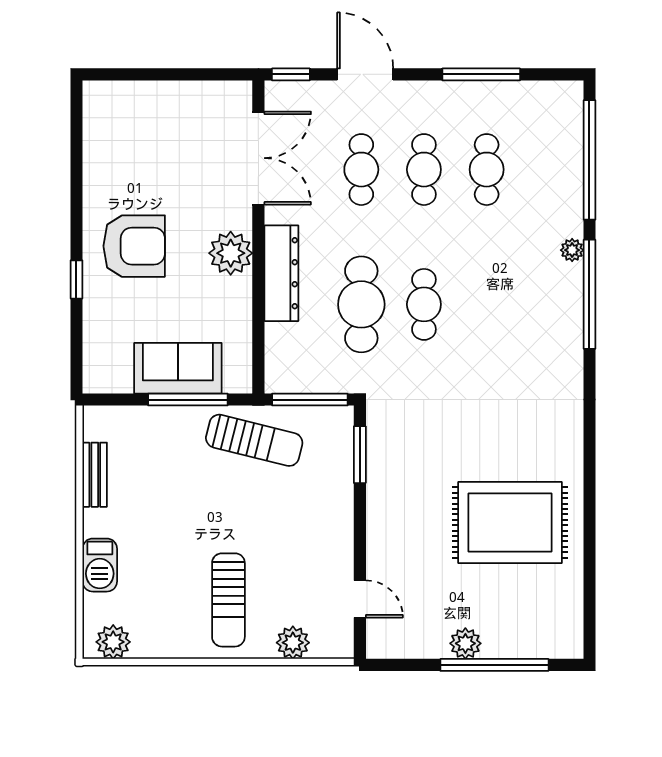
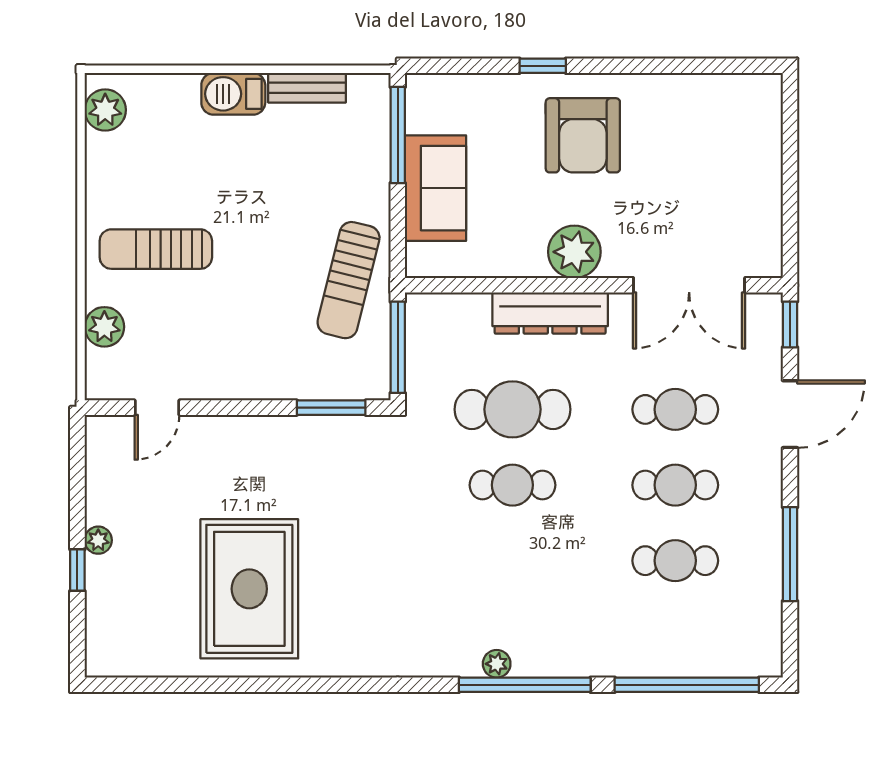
plant: (572, 250) -> (497, 664), moved
window: (188, 400) -> (398, 135), moved
barbecue: (100, 565) -> (233, 94), moved
plant: (465, 643) -> (98, 540), width x0.73, depth x0.73
window: (494, 665) -> (77, 570), width x0.32

